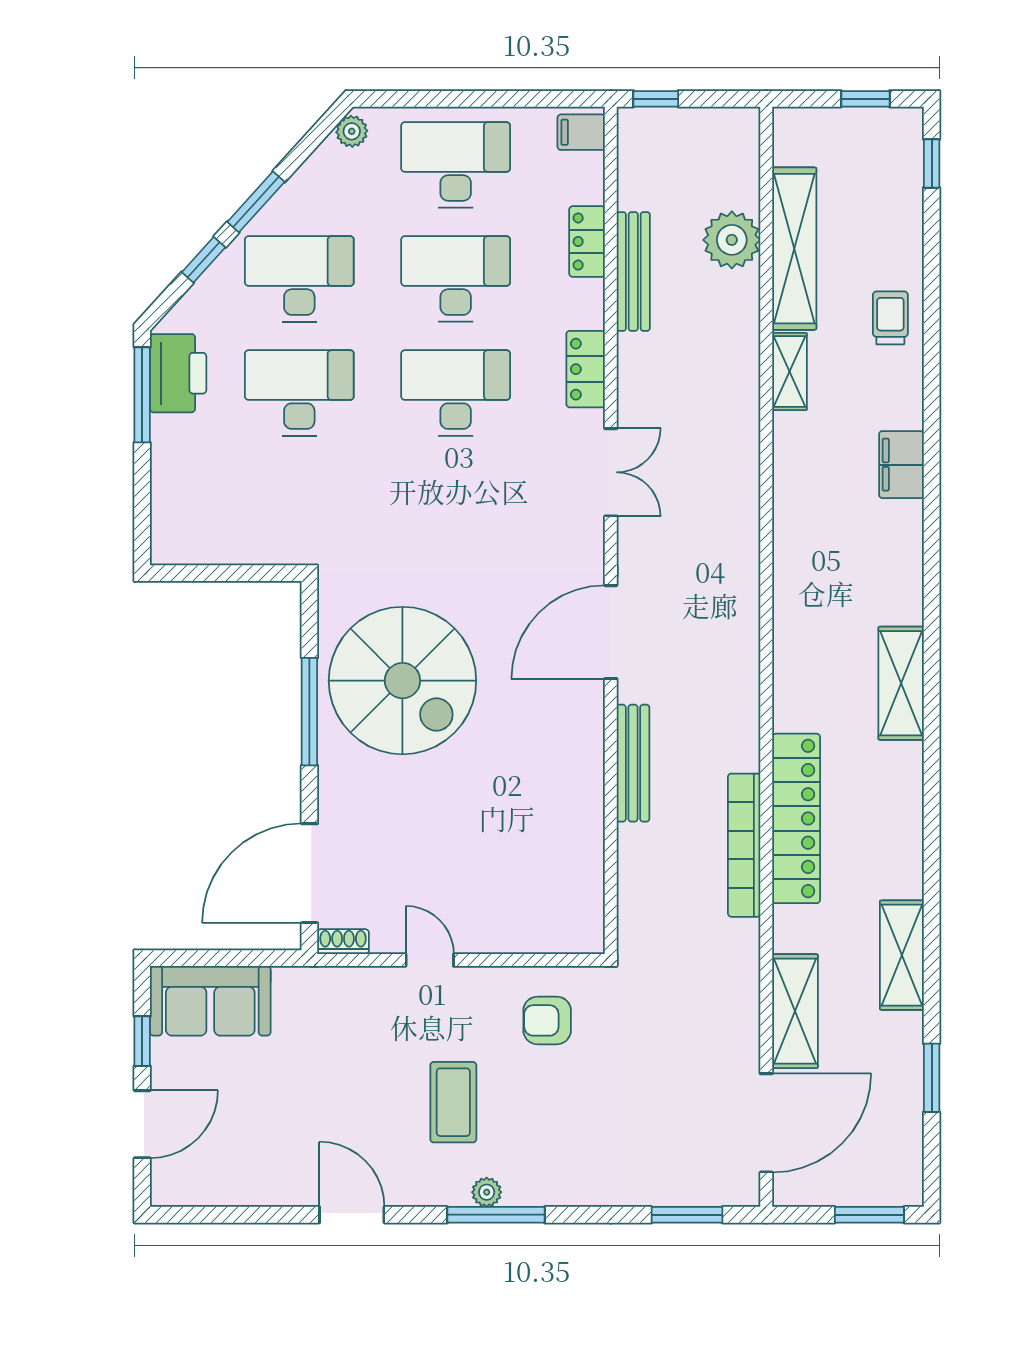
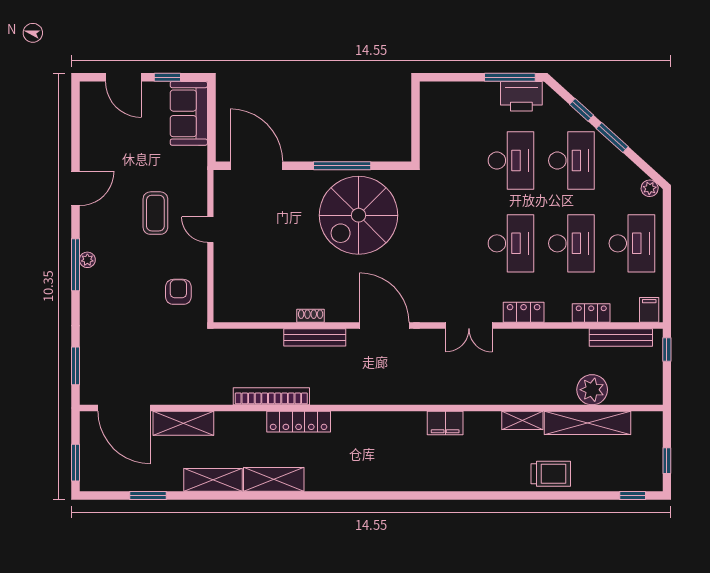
bench: (633, 271) -> (621, 337), moved
trolley: (890, 318) -> (551, 474), width x1.36, depth x1.39
filing cabinet: (901, 465) -> (445, 423), moved, turned 180
shelving: (901, 683) -> (274, 479), moved
locker: (796, 818) -> (299, 422), width x0.71, depth x0.83
shoe rack: (343, 942) -> (311, 316), moved, turned -90
door: (430, 960) -> (210, 230), swing flipped
coffee table: (453, 1102) -> (155, 213), moved, turned 90

